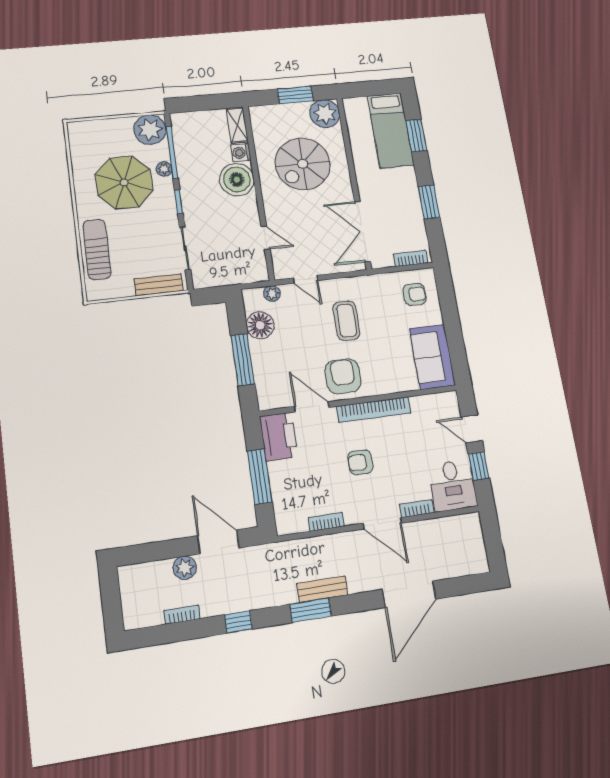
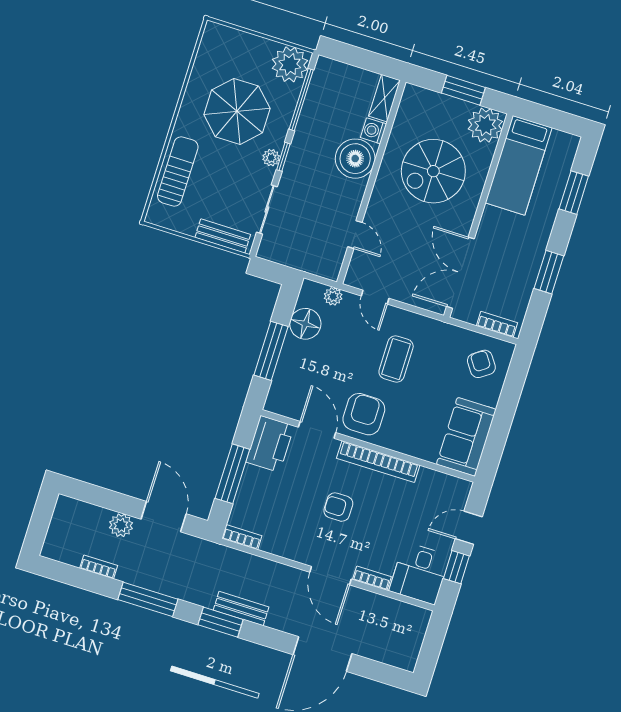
bed: (391, 130) -> (519, 165), moved
plant: (164, 169) -> (271, 158), moved
armchair: (415, 294) -> (481, 364), turned -125
door: (472, 429) -> (469, 528), hinge flipped
bookcase: (326, 522) -> (242, 537), moved
window: (238, 622) -> (148, 599), width x2.17

